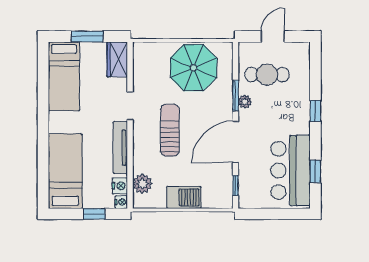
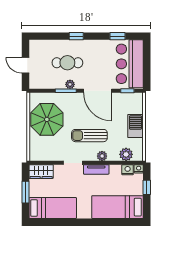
cafe table: (267, 75) -> (67, 63), moved, turned 90
tv unit: (120, 148) -> (96, 169), width x0.71
plant: (140, 148) -> (102, 156), added
bar counter: (290, 170) -> (130, 64), moved, turned 90

